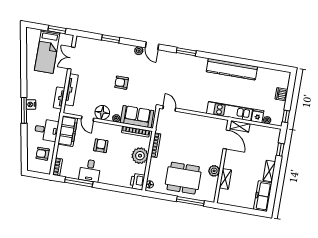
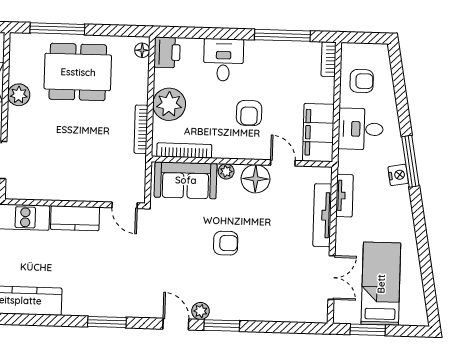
window: (111, 39) -> (222, 325), moved
kitchen counter: (195, 106) -> (75, 218), added
desk: (90, 171) -> (223, 60), moved

